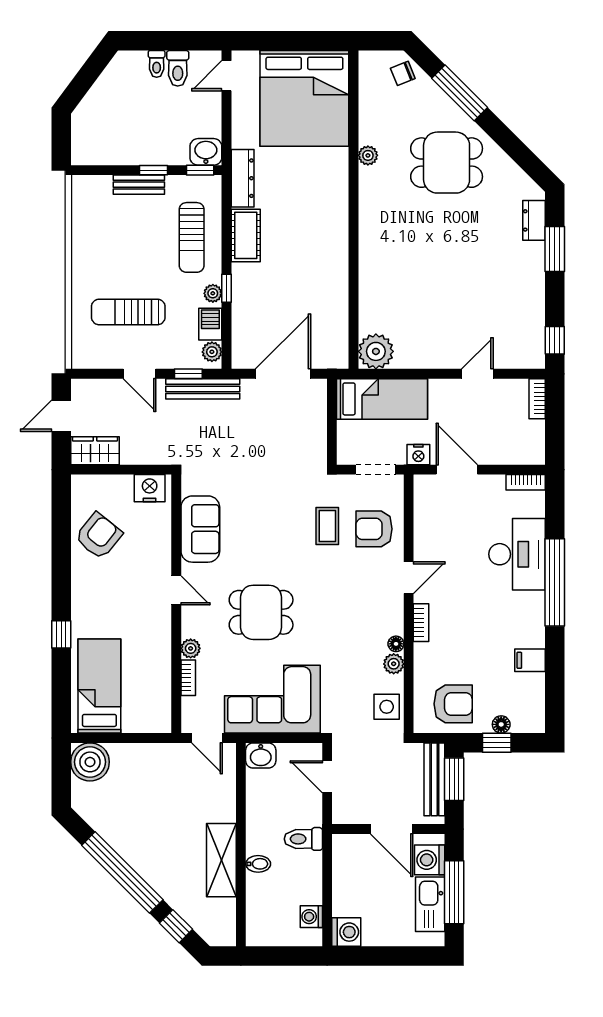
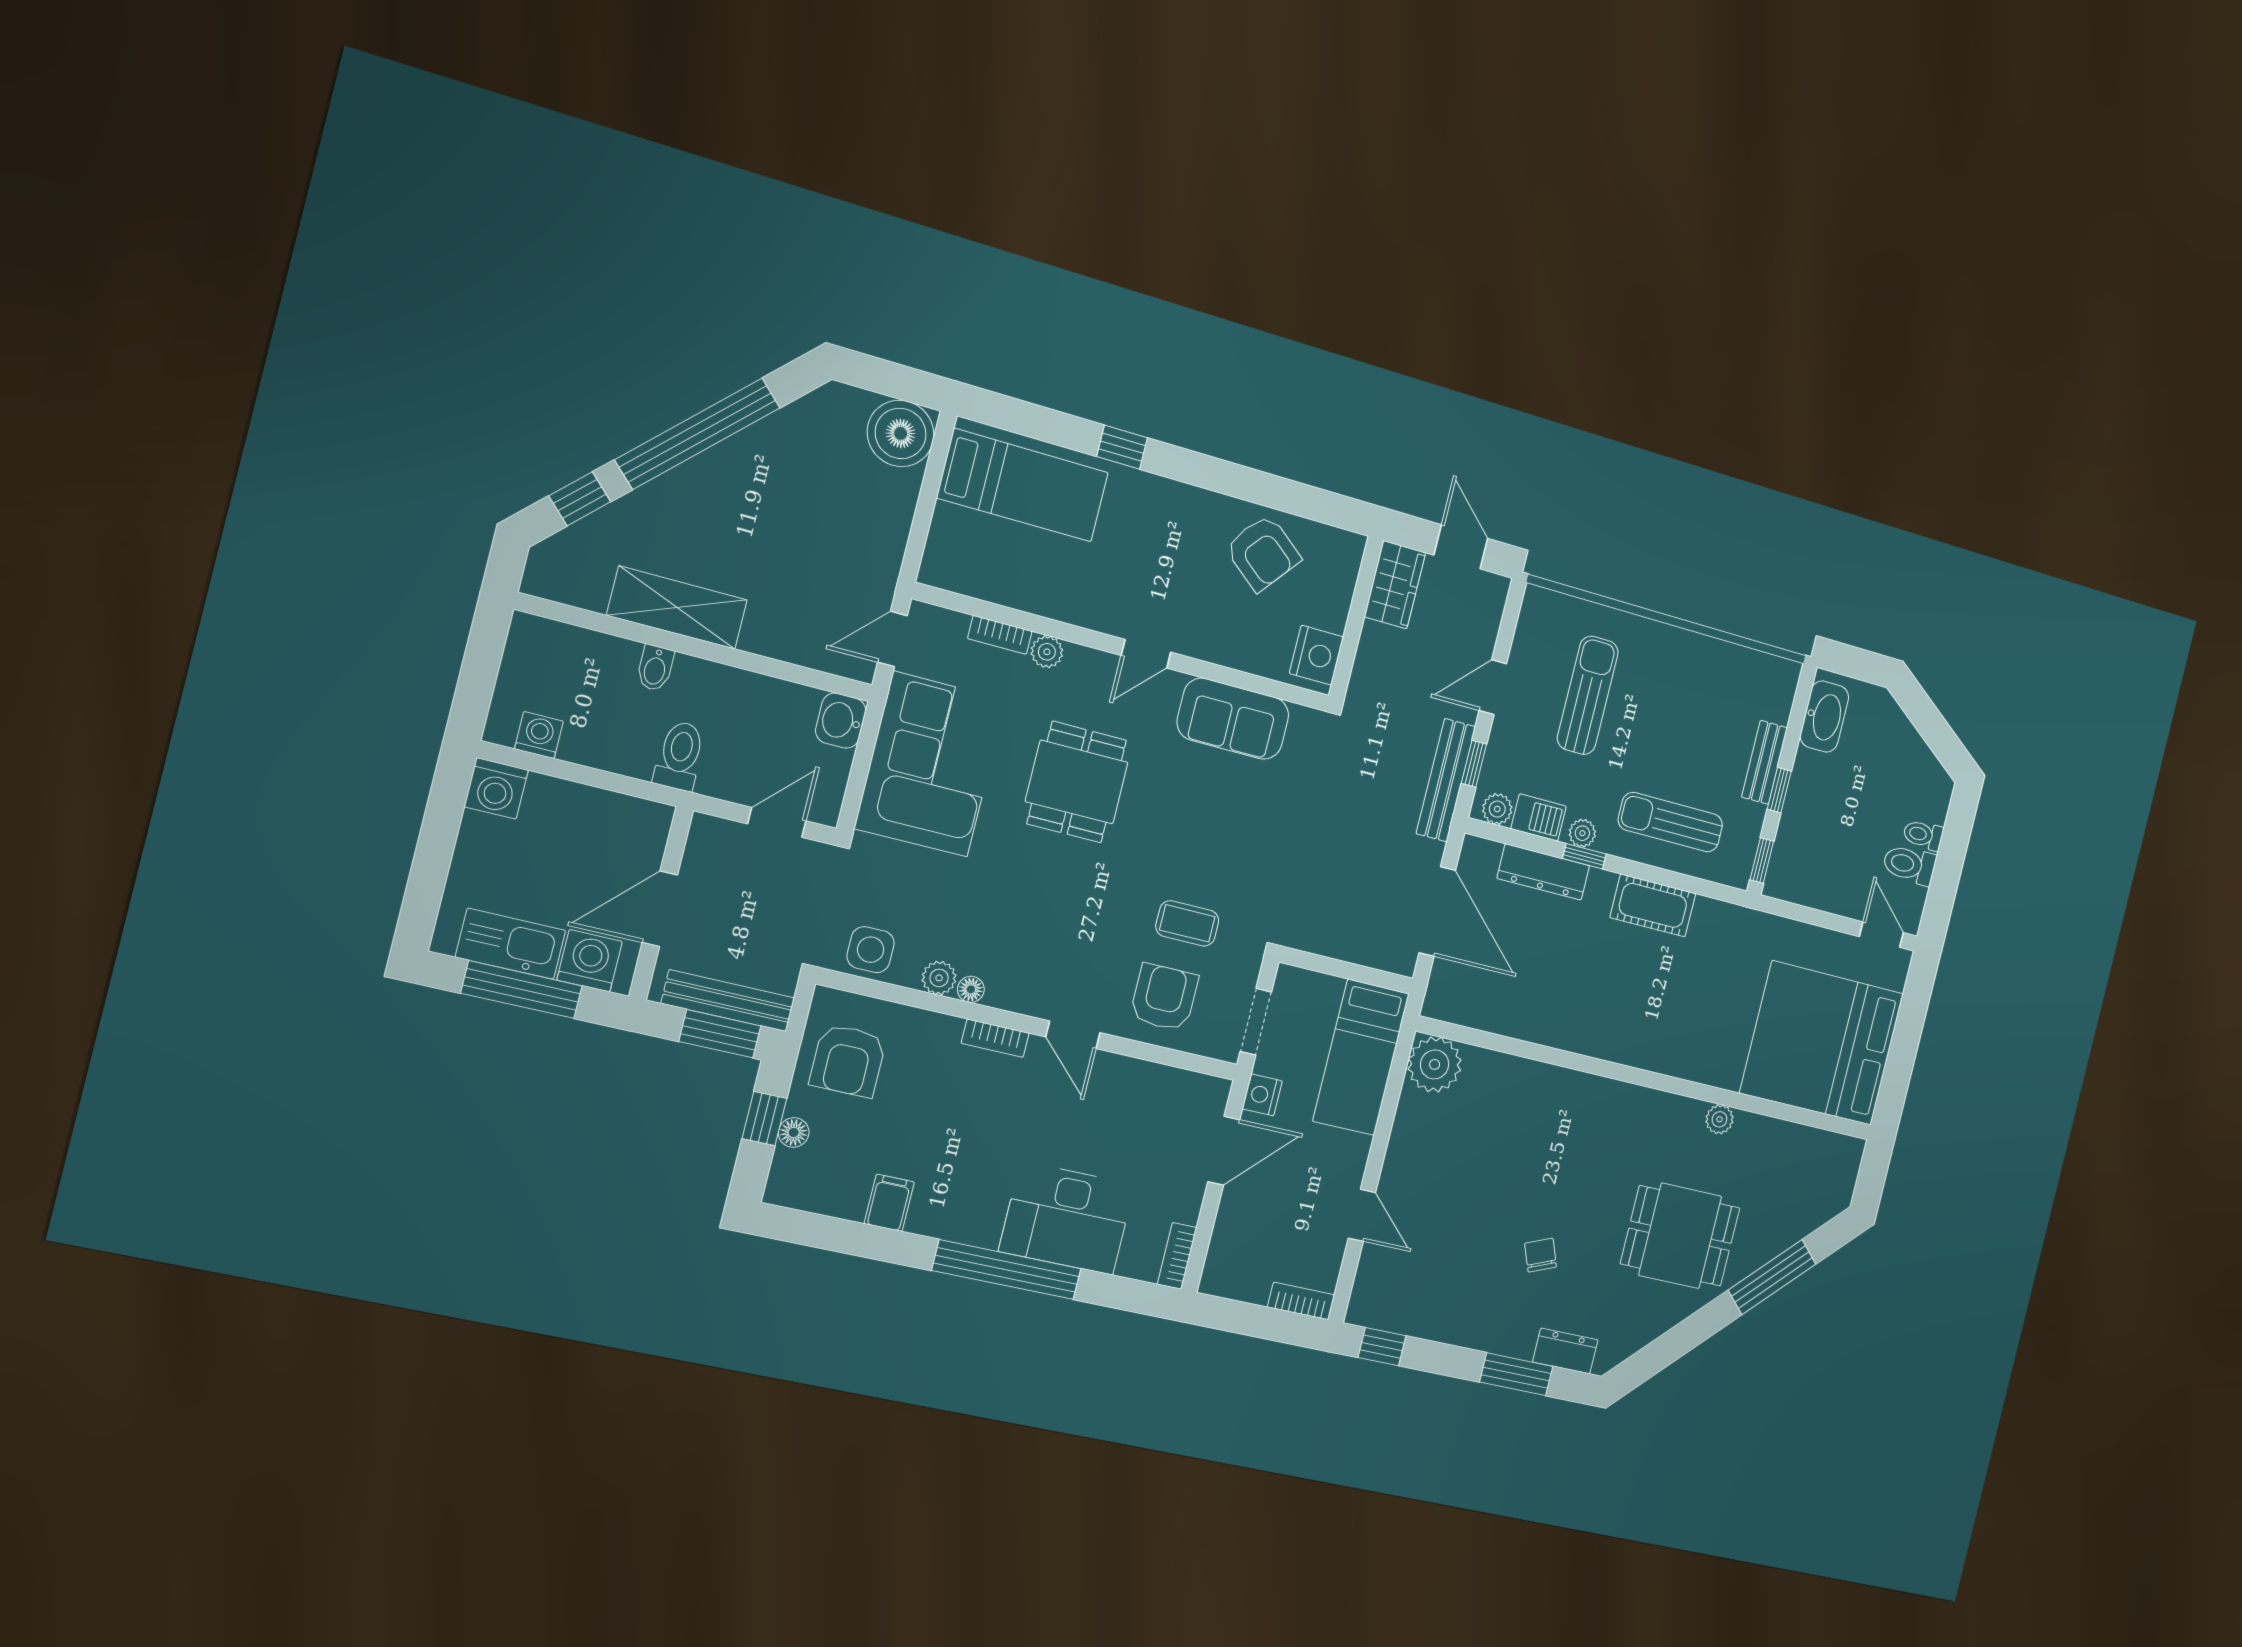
chair: (403, 73) -> (1541, 1255), moved
washbasin: (206, 152) -> (1824, 717), moved, width x1.38
dining table: (447, 163) -> (1680, 1236), turned 90
dresser: (243, 178) -> (1543, 872), moved

